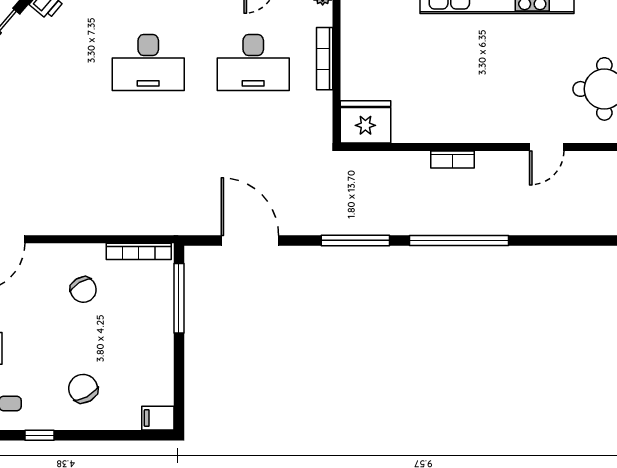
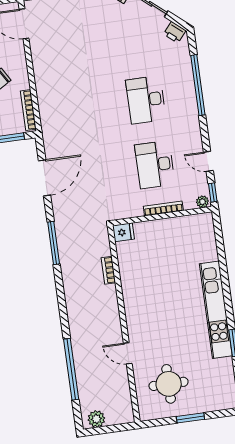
fridge: (365, 122) -> (123, 232), width x0.53, depth x0.75
bookcase: (452, 159) -> (108, 270), moved
window: (459, 240) -> (71, 369), moved

